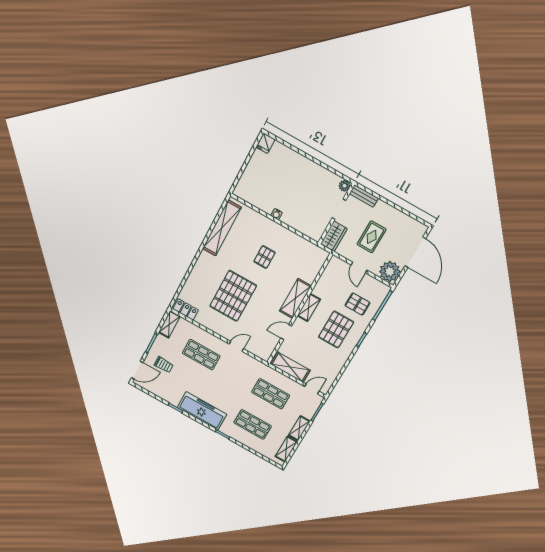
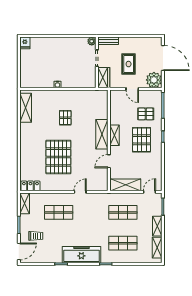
shelving: (222, 228) -> (26, 108), width x0.68

